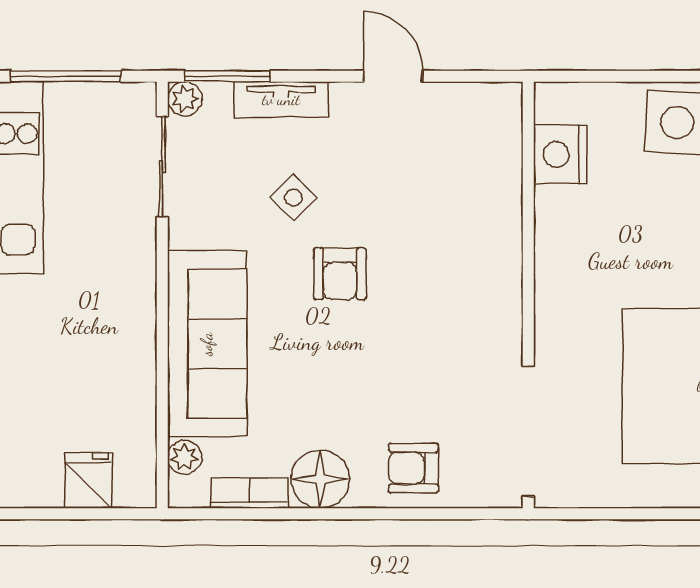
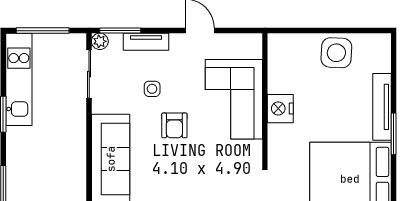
nightstand: (560, 154) -> (280, 109), moved
side table: (294, 198) -> (152, 89), turned 45
corner sofa: (464, 219) -> (234, 99), added

